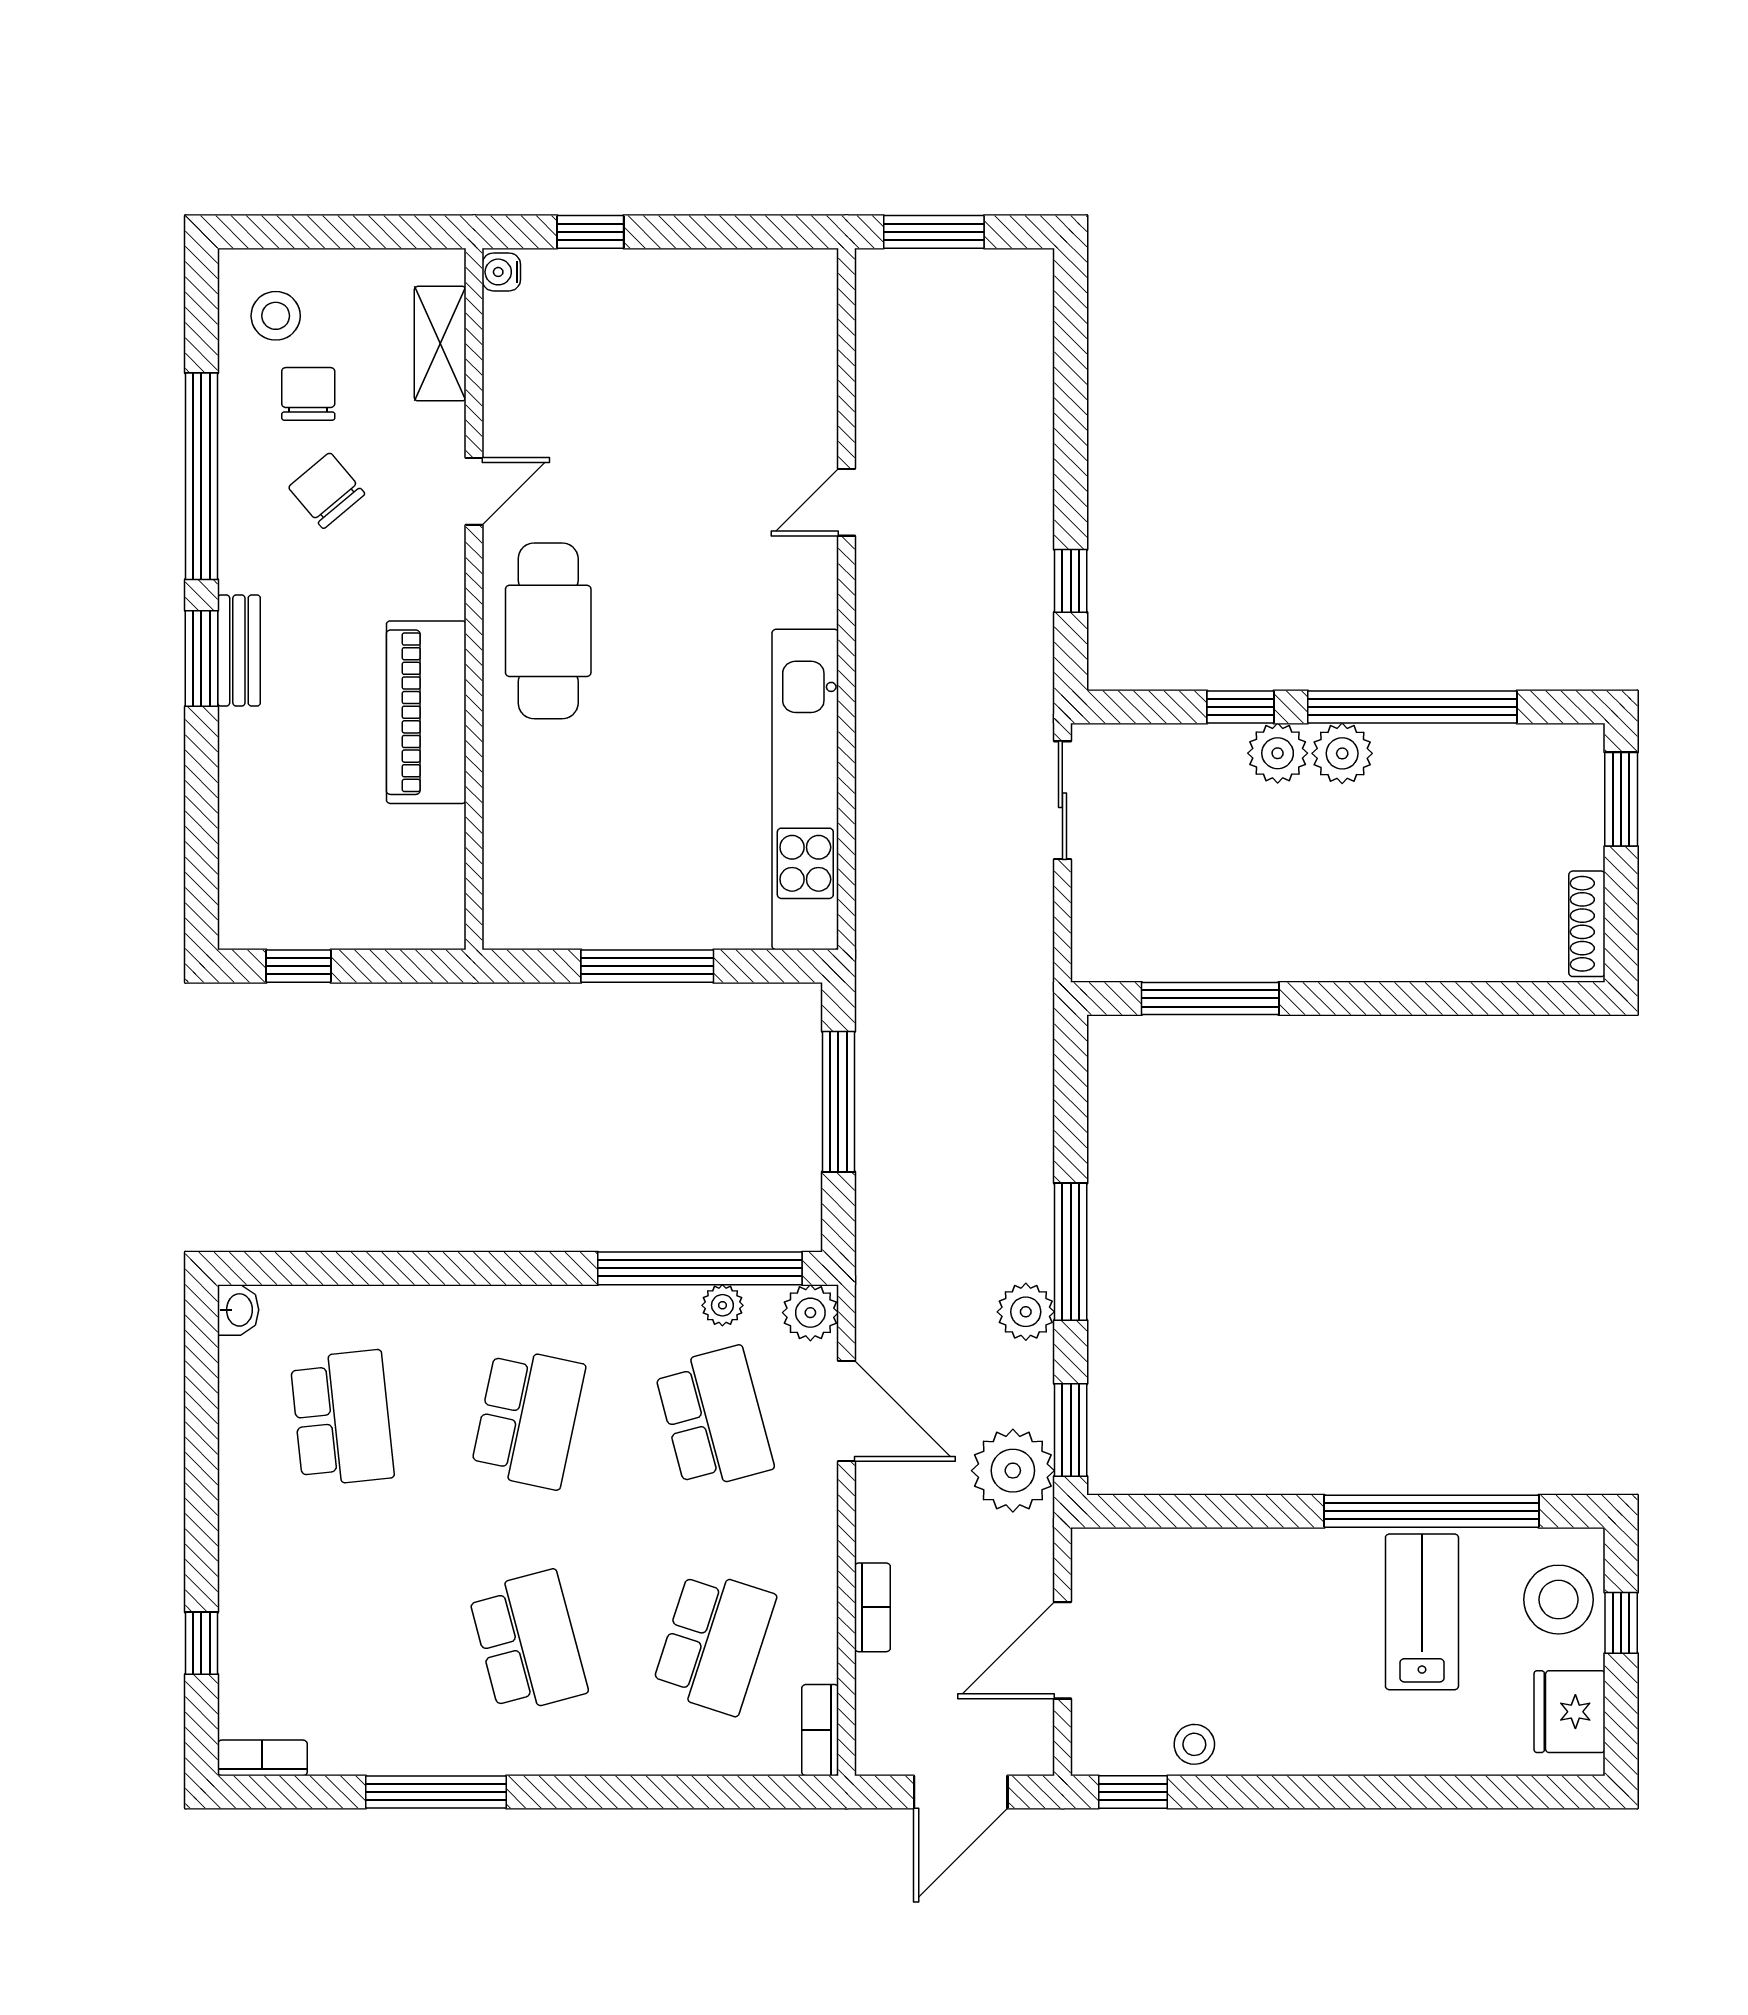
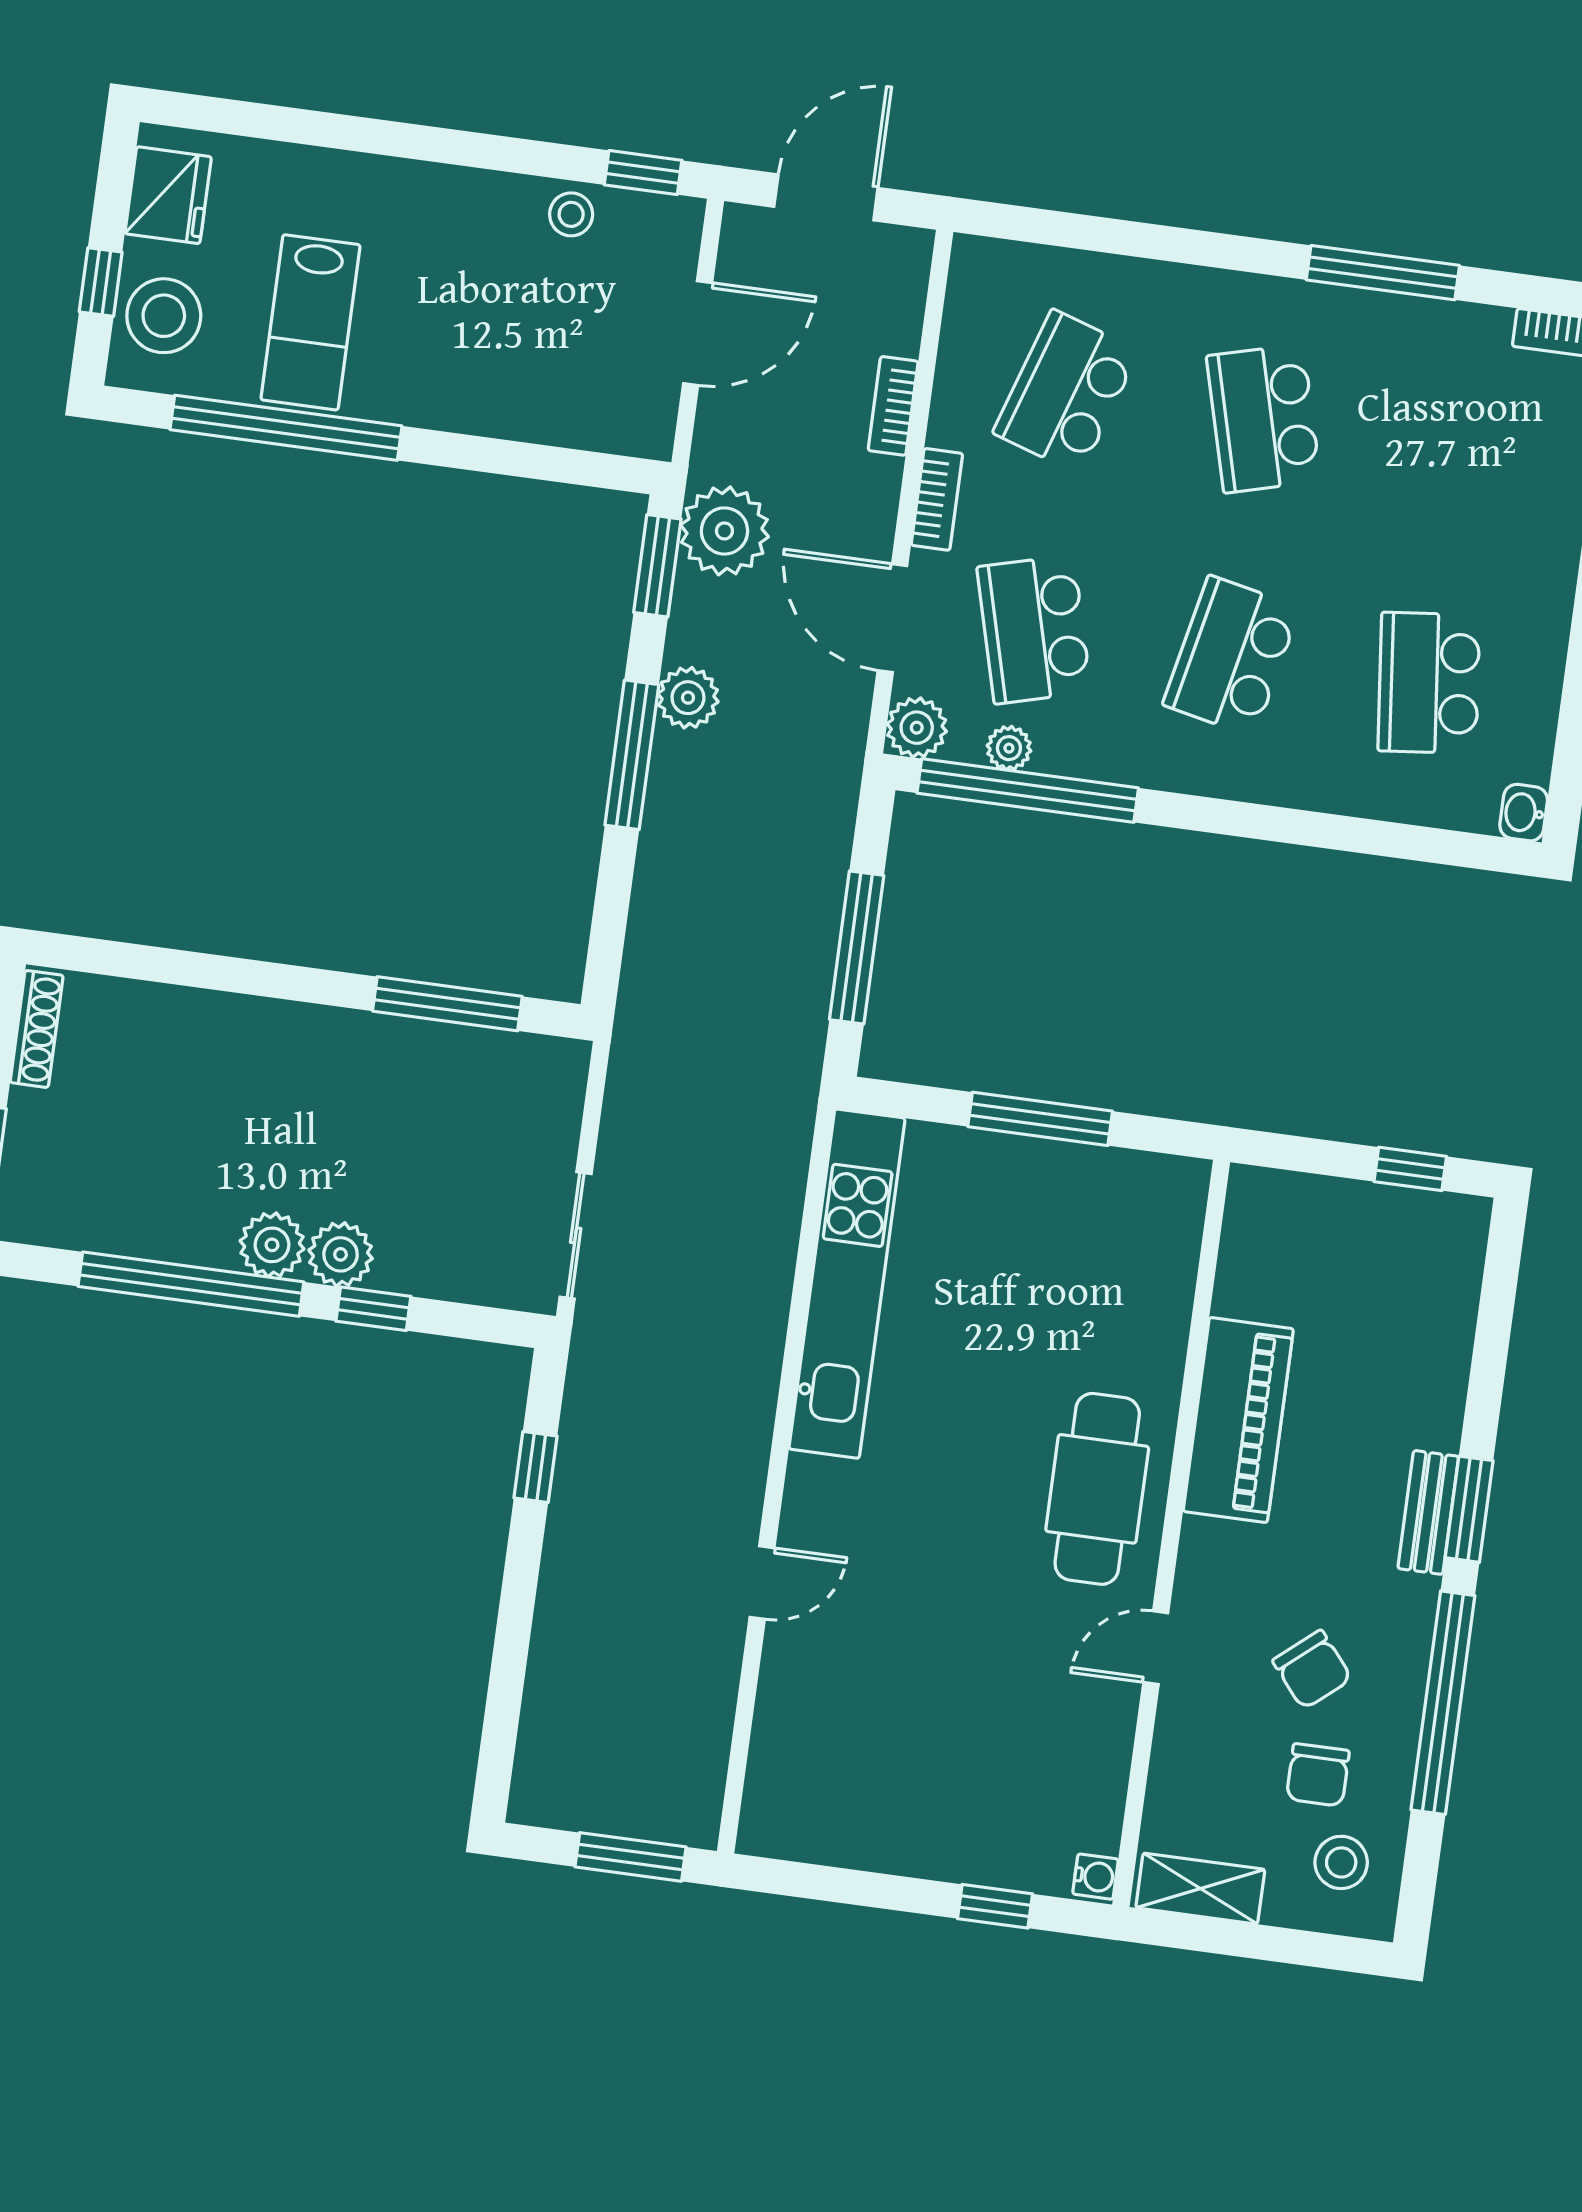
shelving: (440, 344) -> (1200, 1889), moved, turned 90
bookcase: (820, 1730) -> (937, 499), moved

